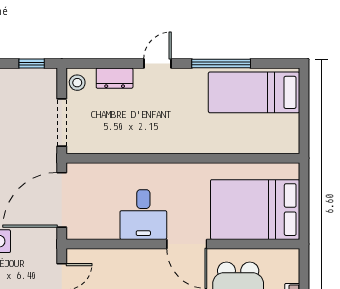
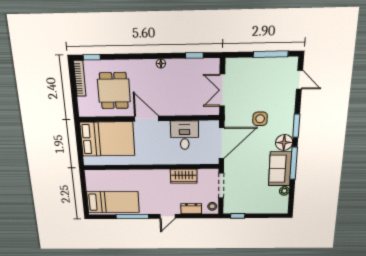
wardrobe: (127, 141) -> (184, 176), added
desk: (143, 215) -> (185, 135), moved

